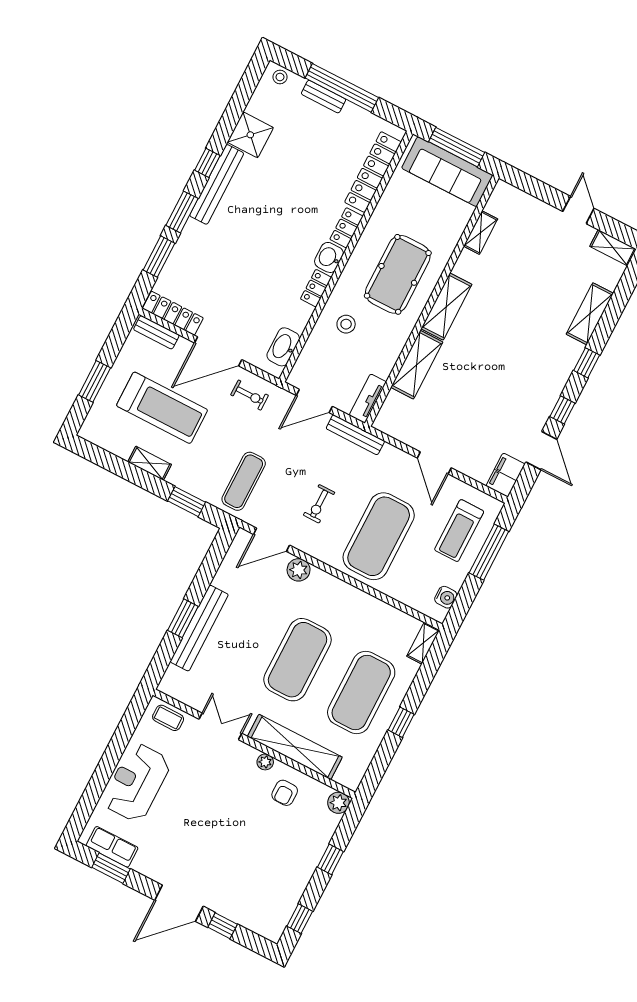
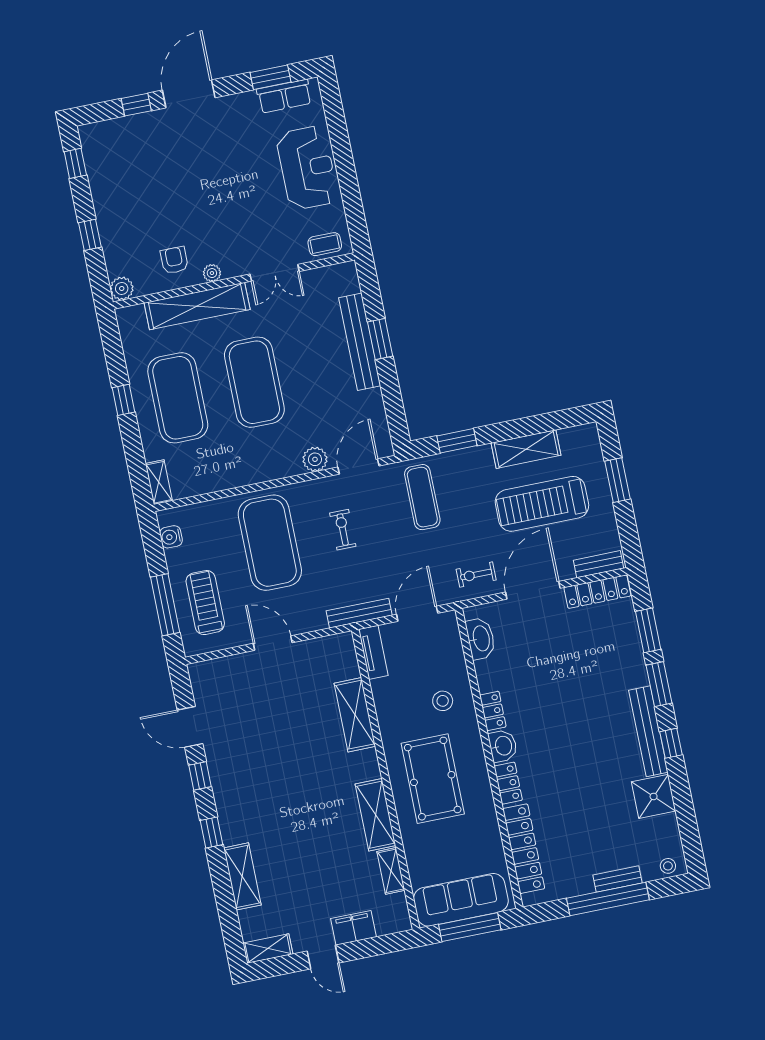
shelving: (446, 306) -> (375, 815), moved
shelving: (150, 463) -> (526, 449), width x1.50, depth x1.33
filing cabinet: (506, 475) -> (354, 928), moved, turned -90

